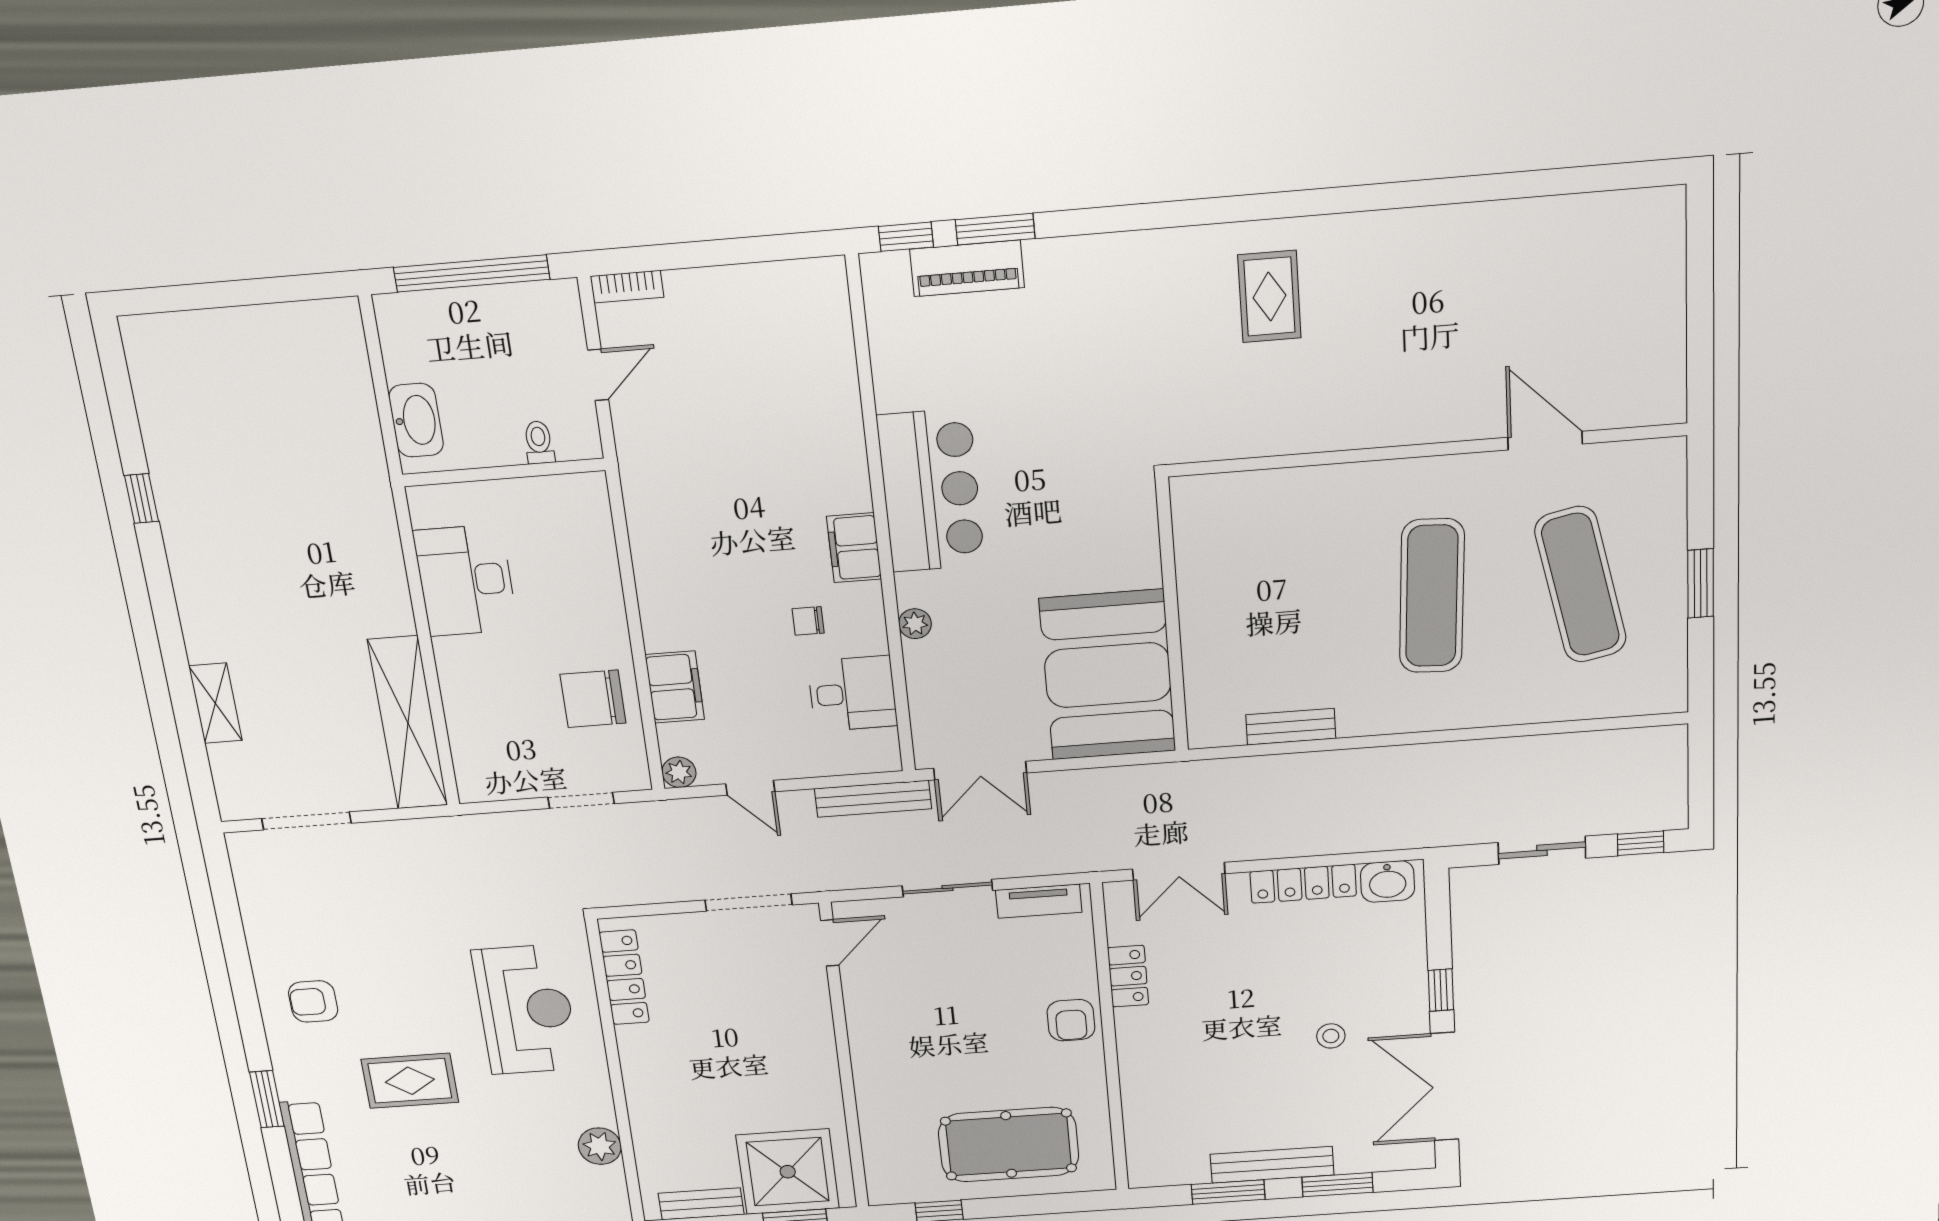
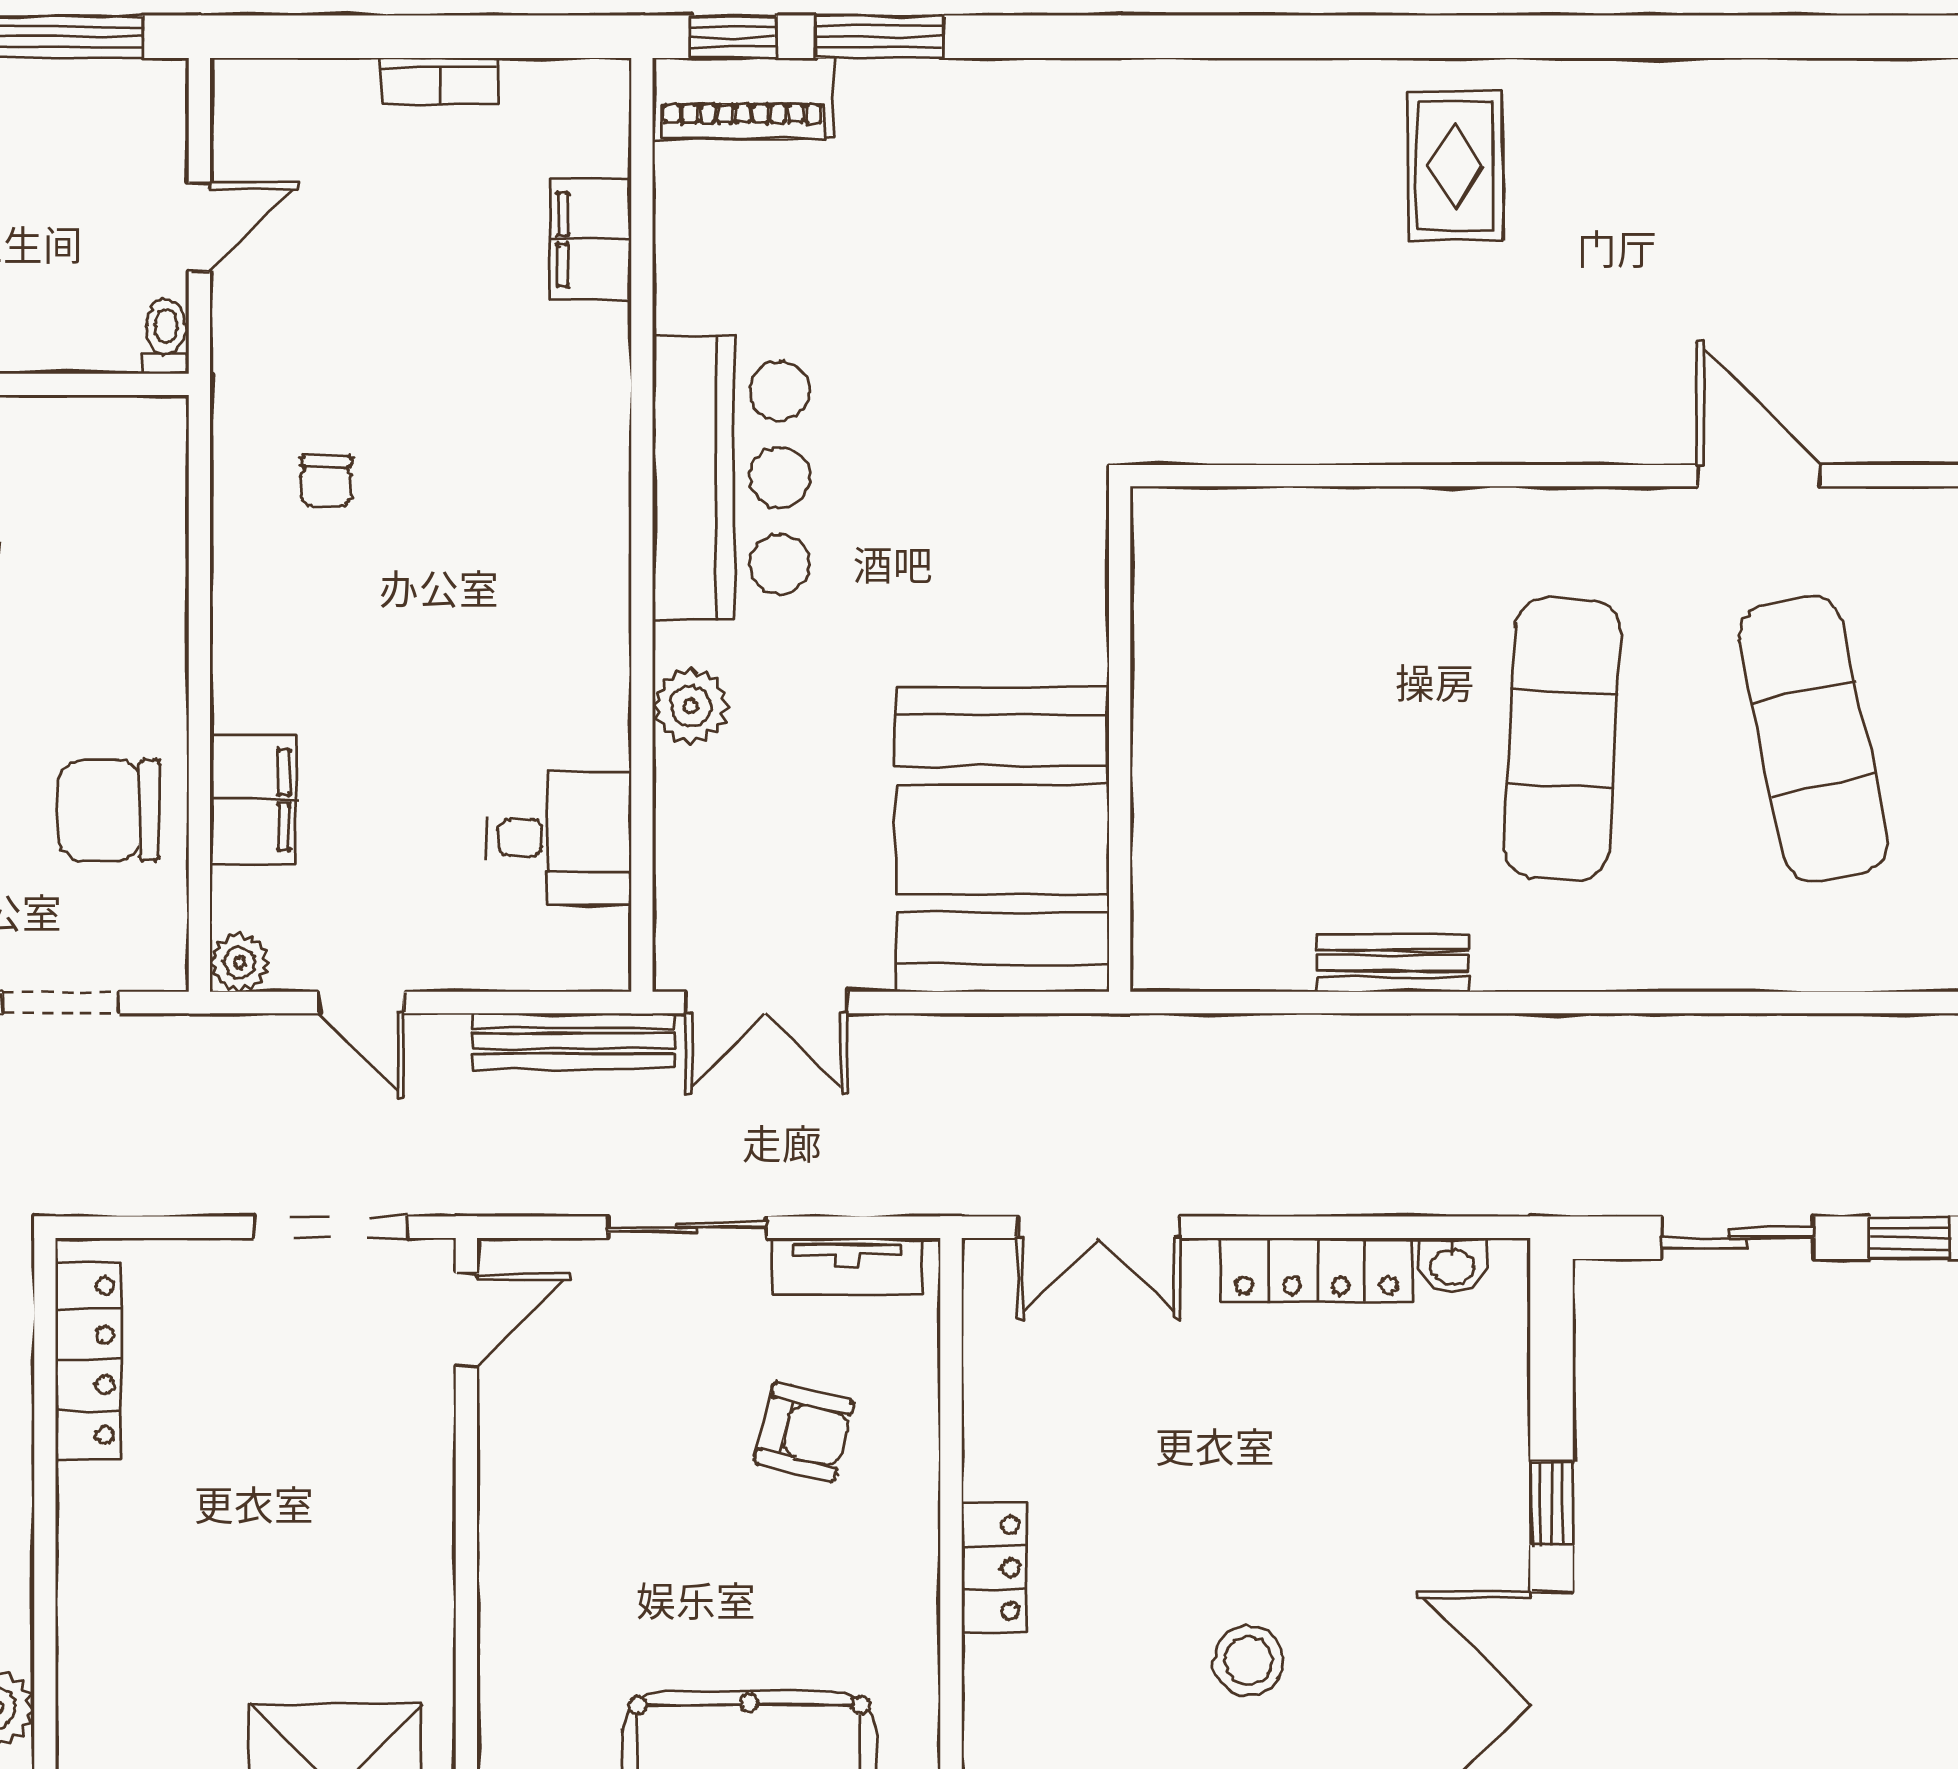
piano: (967, 268) -> (743, 98), moved
bookcase: (627, 287) -> (440, 81), moved
rug: (1269, 296) -> (1455, 166), moved
toilet: (539, 442) -> (166, 336), moved
filing cabinet: (854, 548) -> (591, 239), moved
chair: (808, 621) -> (326, 481), moved, turned -90
plant: (915, 624) -> (691, 706), width x1.38, depth x1.38
bench: (1291, 727) -> (1393, 963), moved
washbasin: (1388, 882) -> (1452, 1265), width x0.72, depth x0.69
locker: (1128, 976) -> (994, 1568), moved
armchair: (1071, 1020) -> (804, 1432), moved, turned -76
stool: (1331, 1036) -> (1248, 1661), moved, width x1.37, depth x1.37

